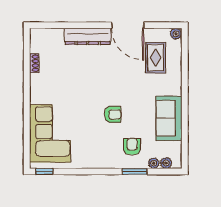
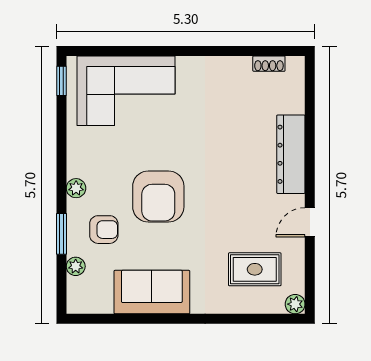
door: (128, 25) -> (310, 222), width x0.53
shoe rack: (34, 63) -> (269, 64), moved
armchair: (113, 114) -> (158, 196), width x1.88, depth x1.88
plant: (166, 163) -> (76, 188), moved

